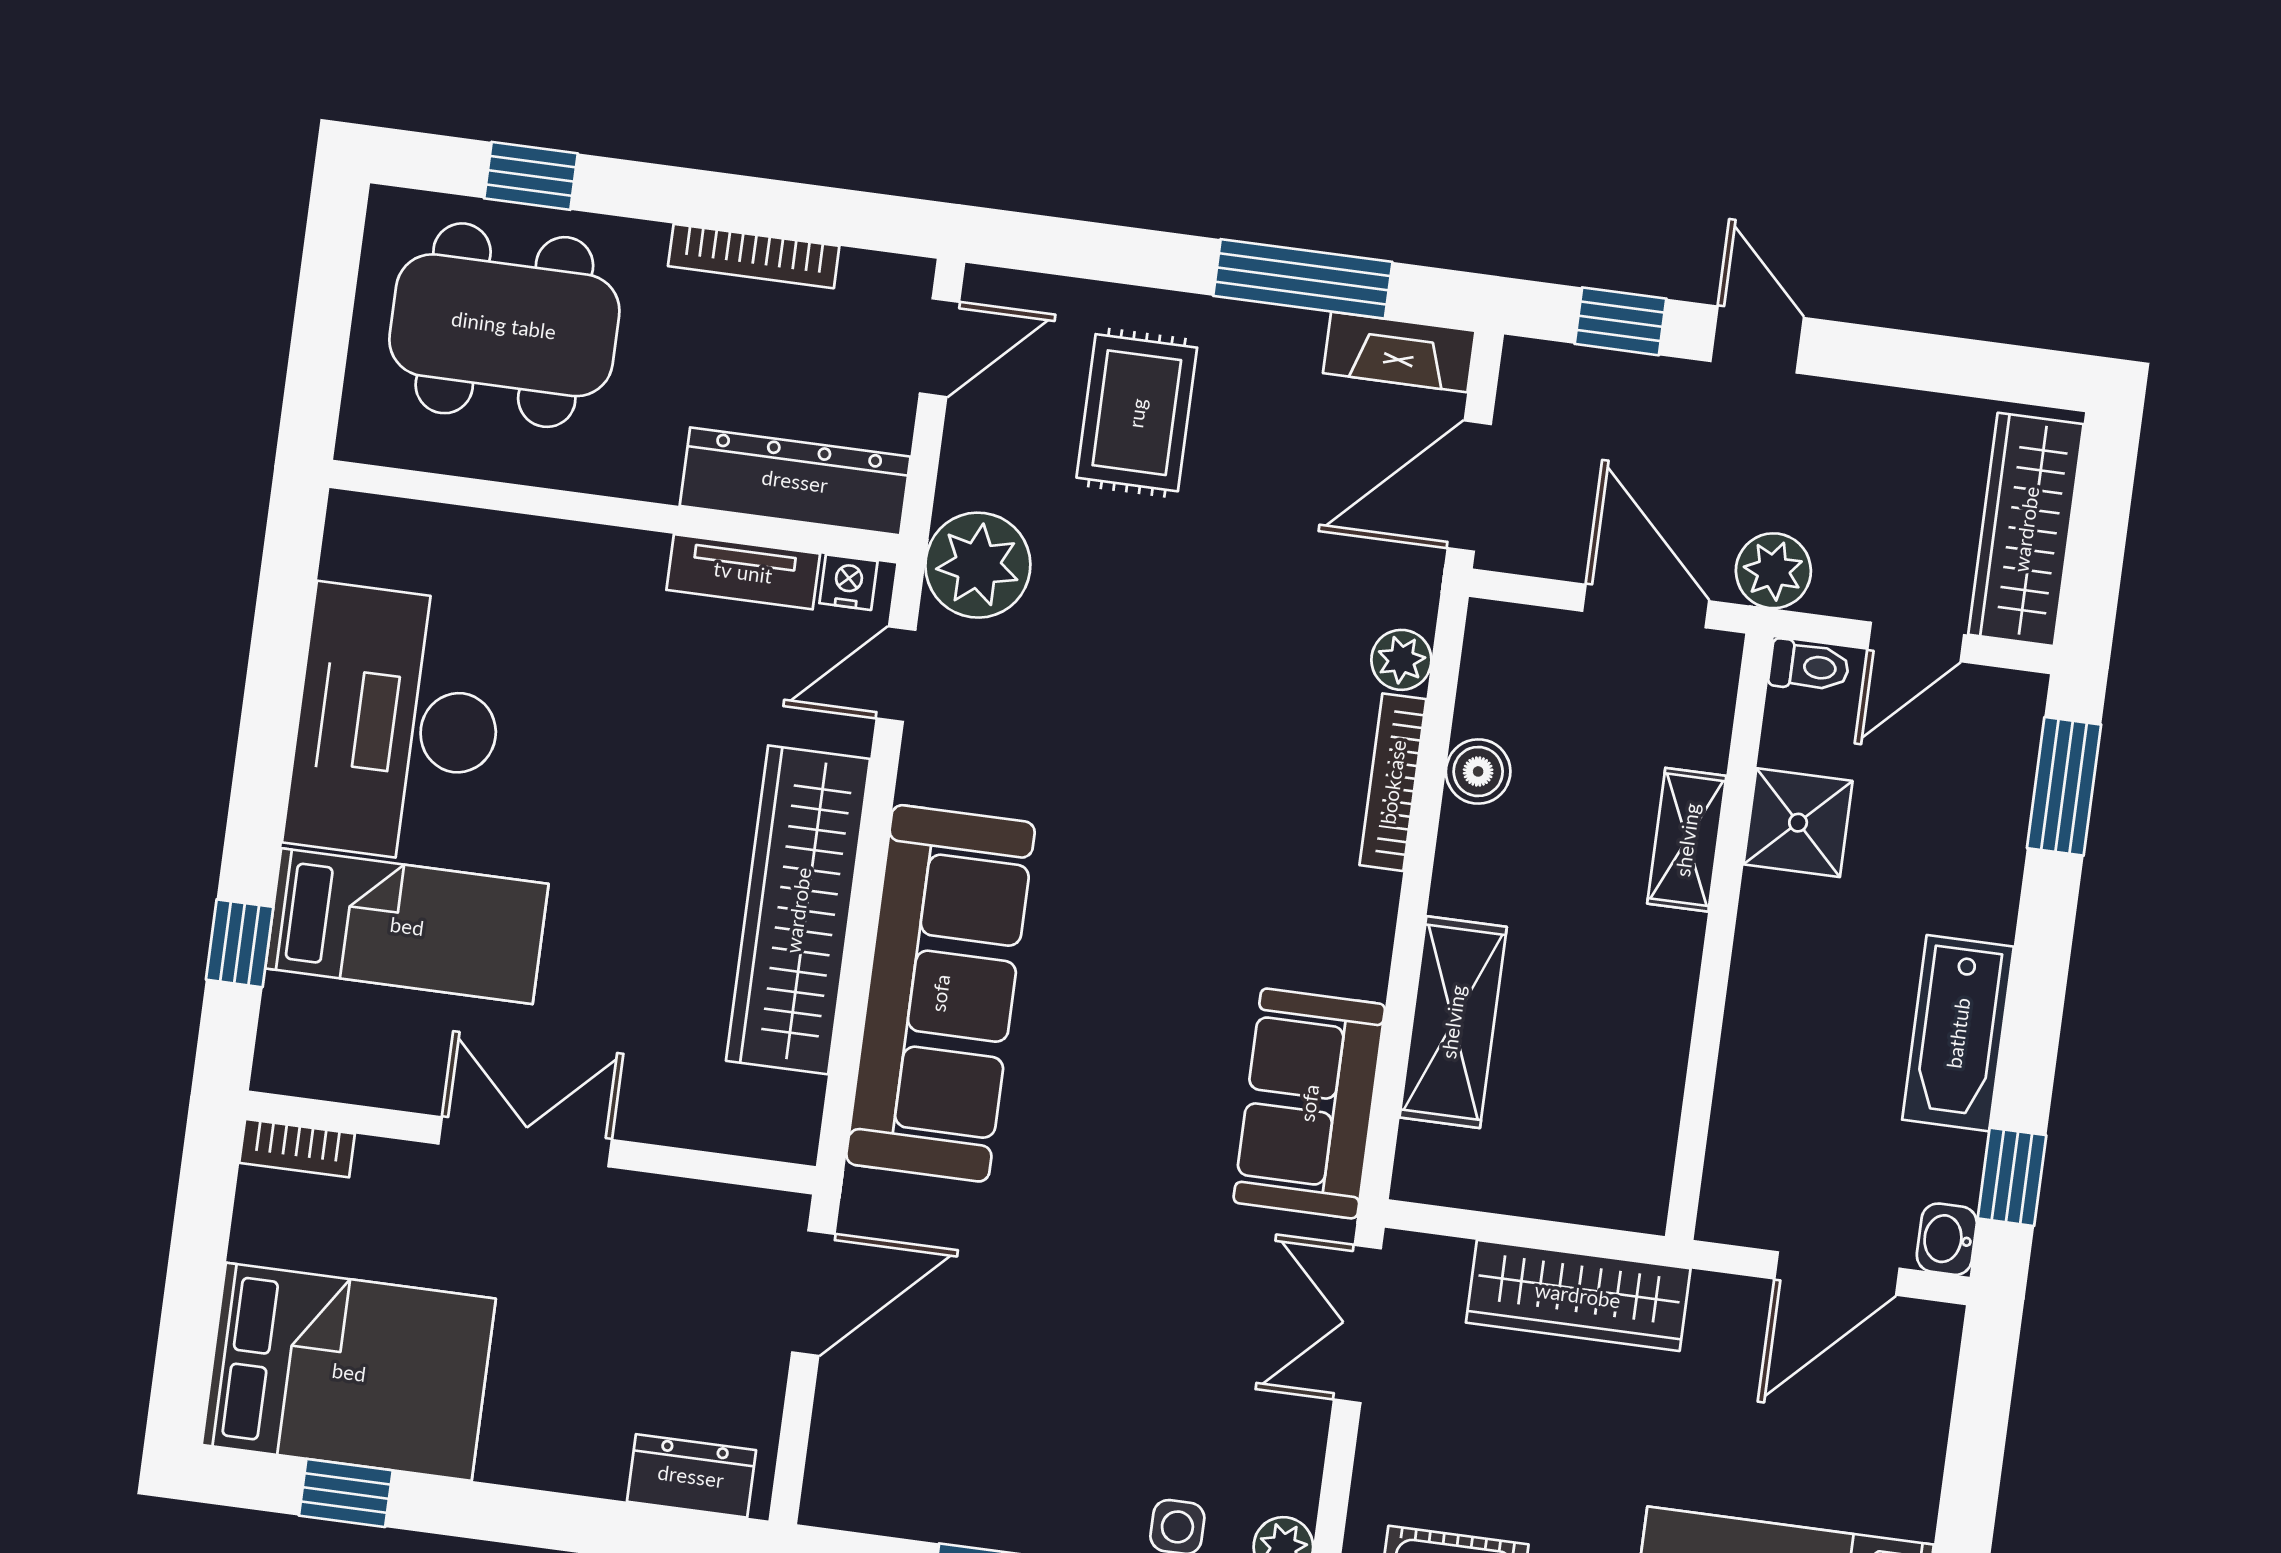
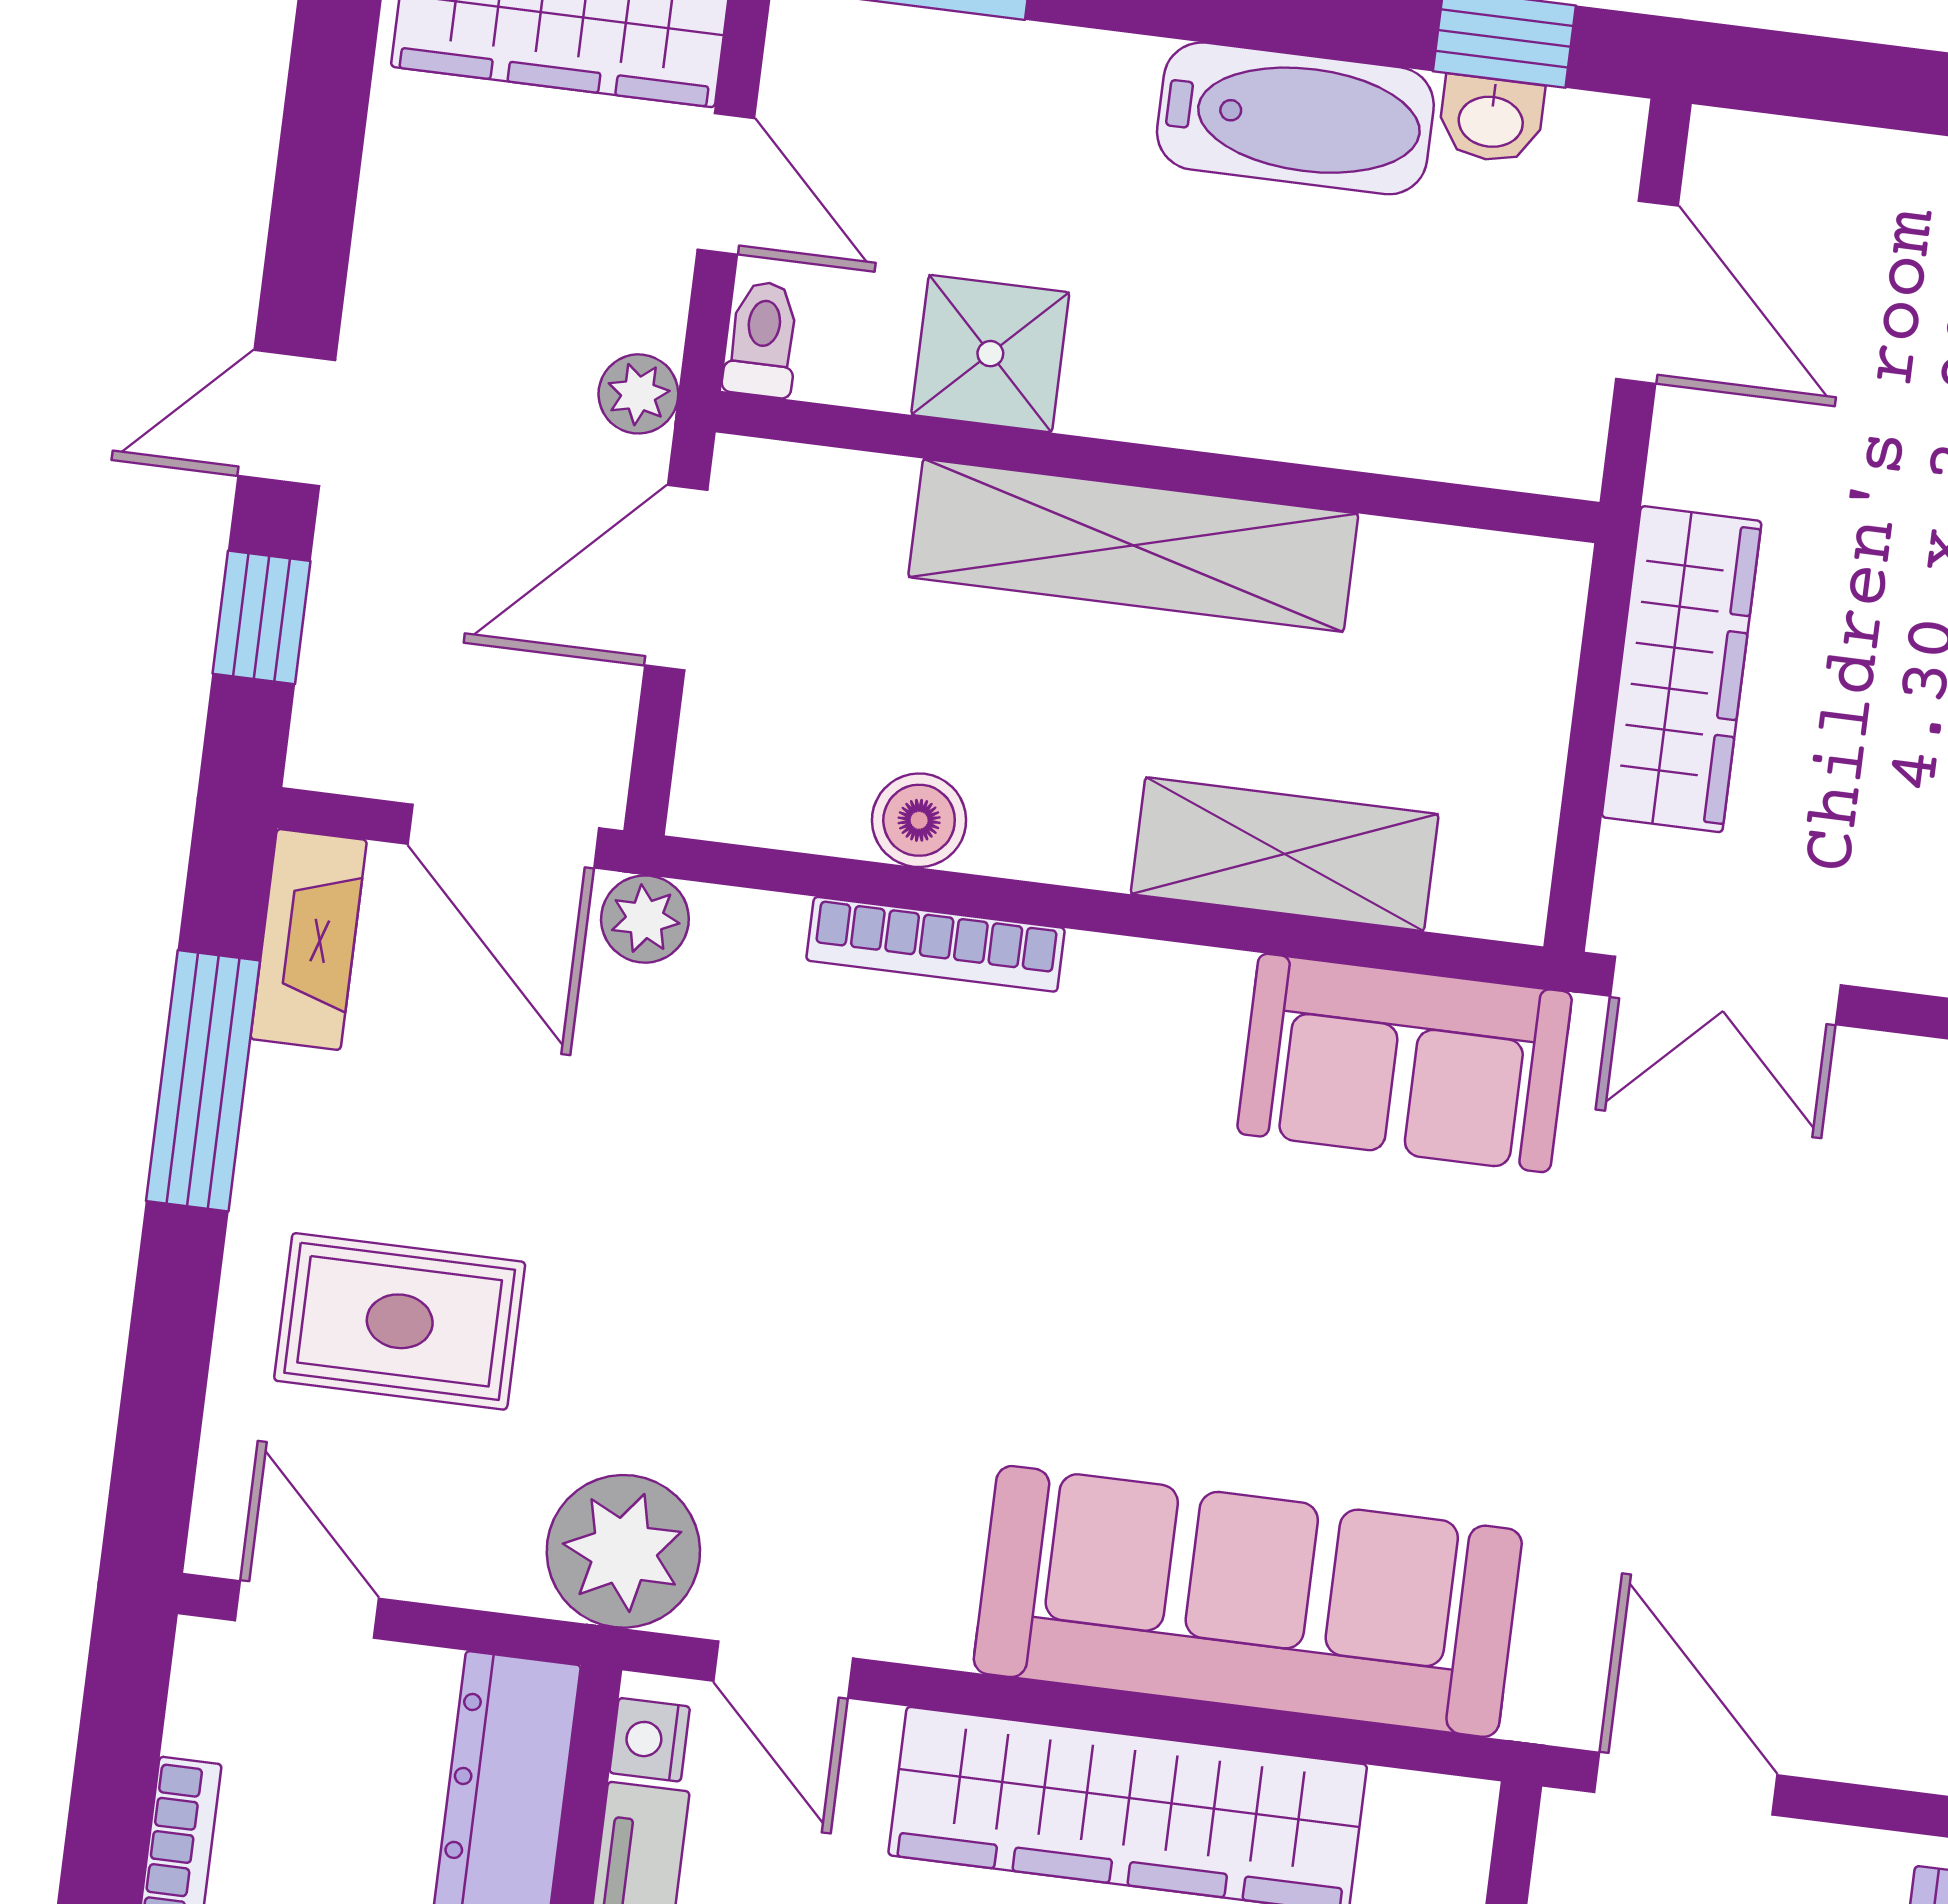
plant: (1773, 571) -> (638, 394), width x0.73, depth x0.73
plant: (1401, 660) -> (645, 919), moved
shelving: (1687, 840) -> (1133, 545), width x2.20, depth x1.33
washbasin: (1947, 1239) -> (1491, 119), moved

